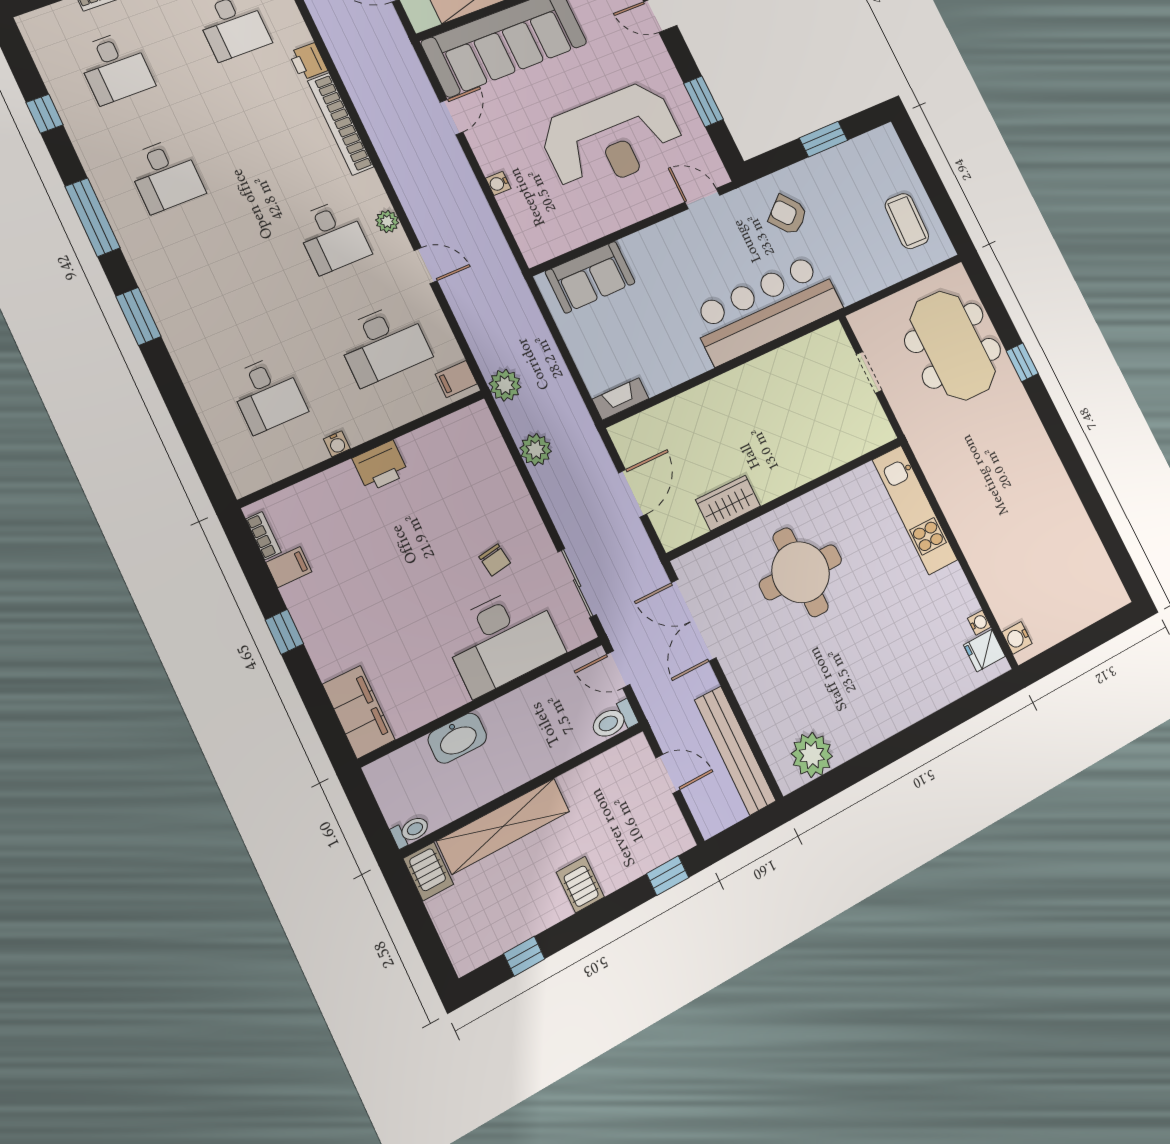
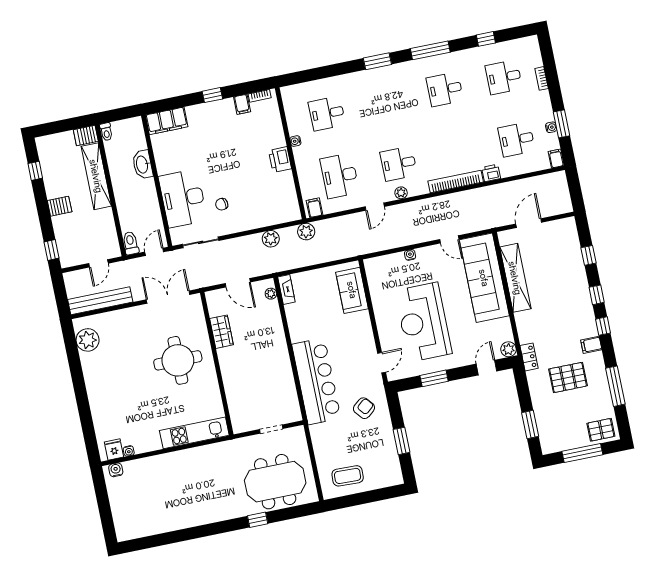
plant: (636, 426) -> (271, 294), added

